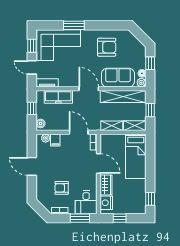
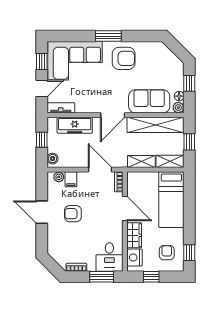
window: (74, 25) -> (108, 36), moved
armchair: (107, 47) -> (124, 58), moved
door: (32, 67) -> (42, 89), swing flipped
door: (89, 89) -> (113, 115), swing flipped
armchair: (62, 188) -> (73, 214), moved
armchair: (132, 199) -> (167, 253), added

